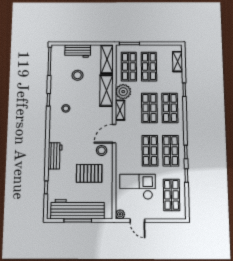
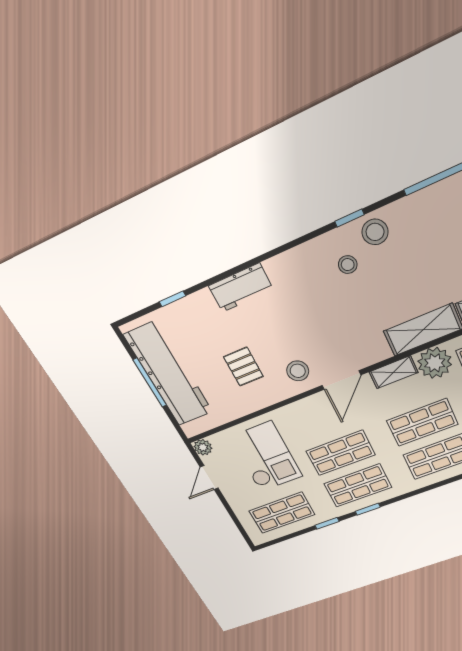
stool: (78, 75) -> (375, 232), moved
door: (114, 134) -> (341, 380), swing flipped
pallet: (89, 173) -> (243, 367), width x0.67, depth x0.71

